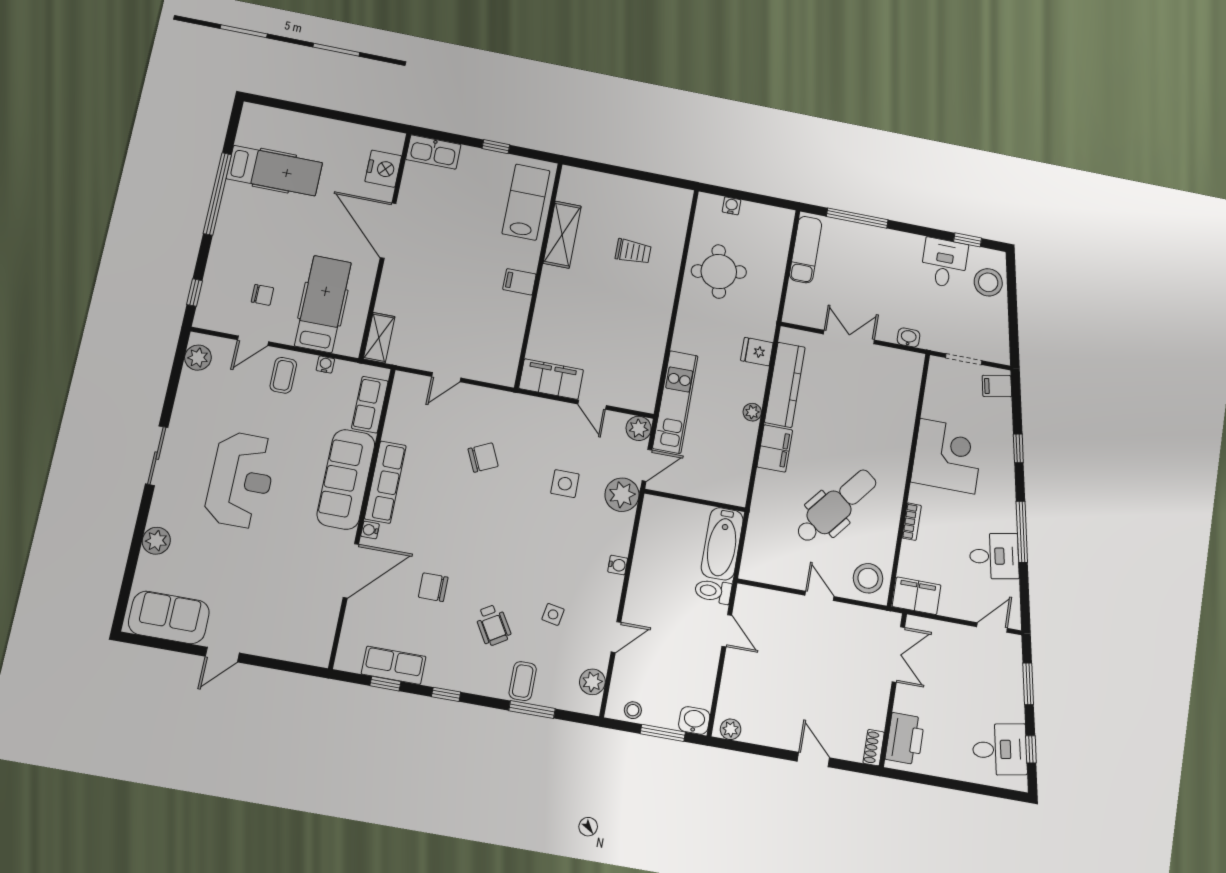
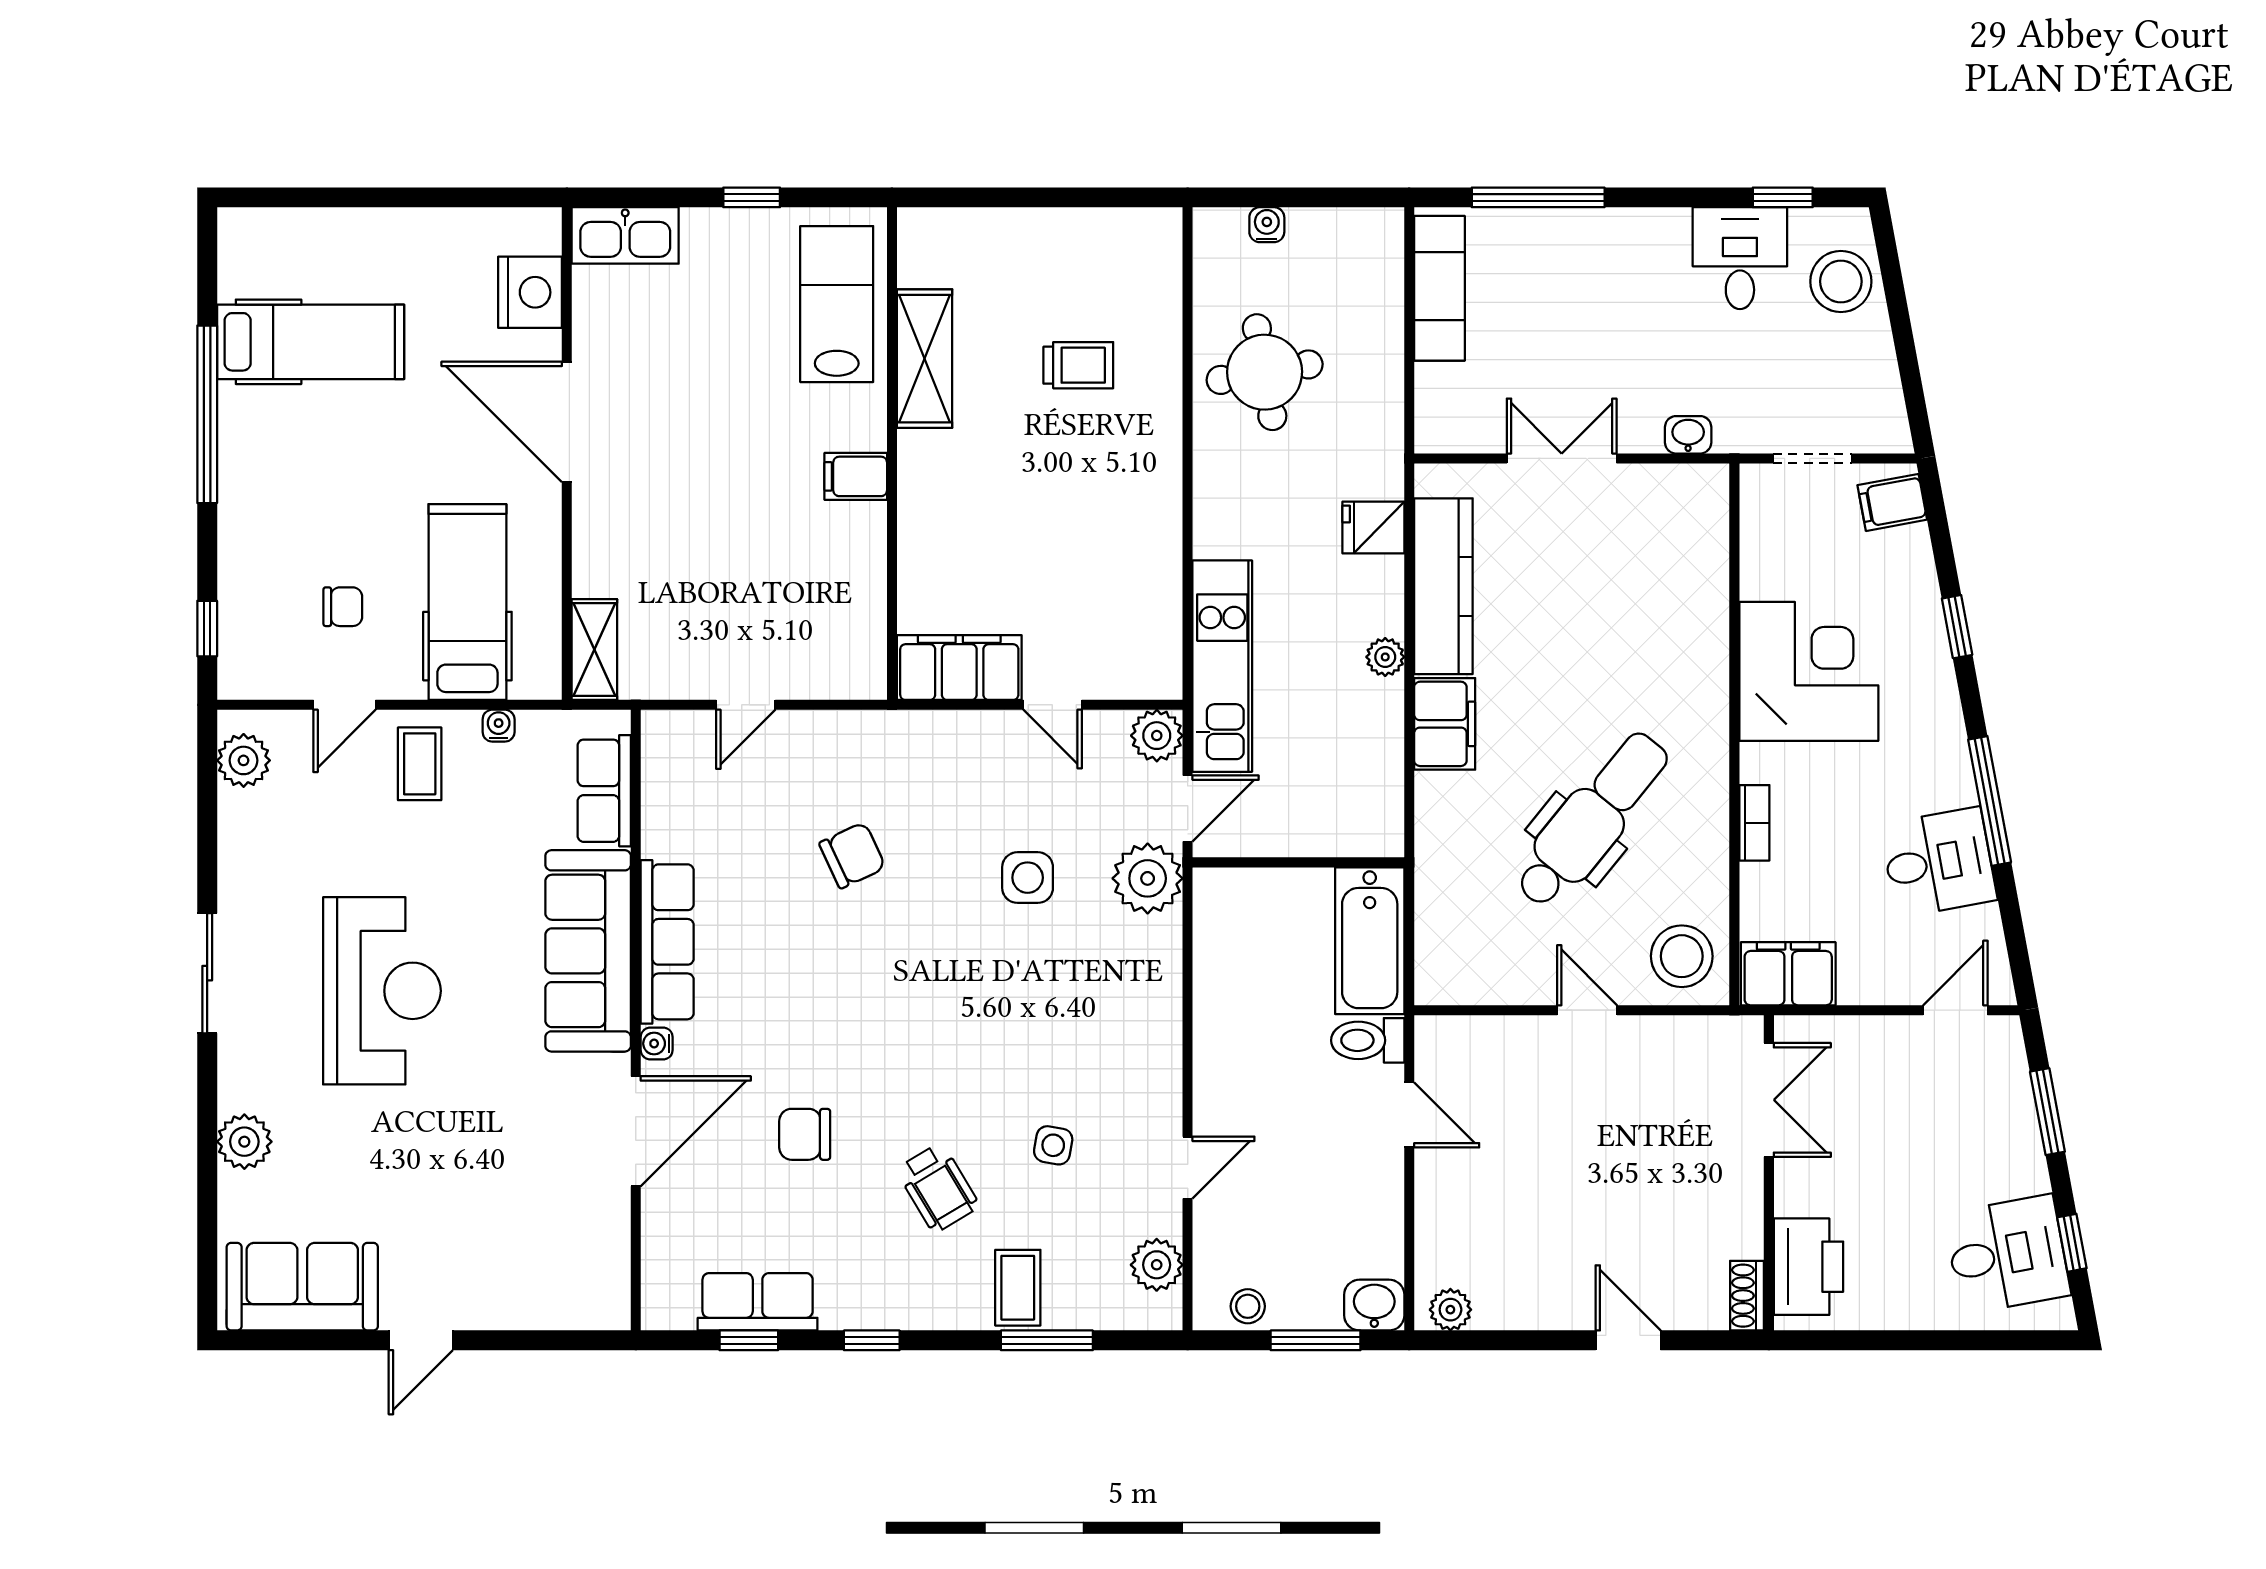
water cooler: (618, 565) -> (1165, 1023), removed

